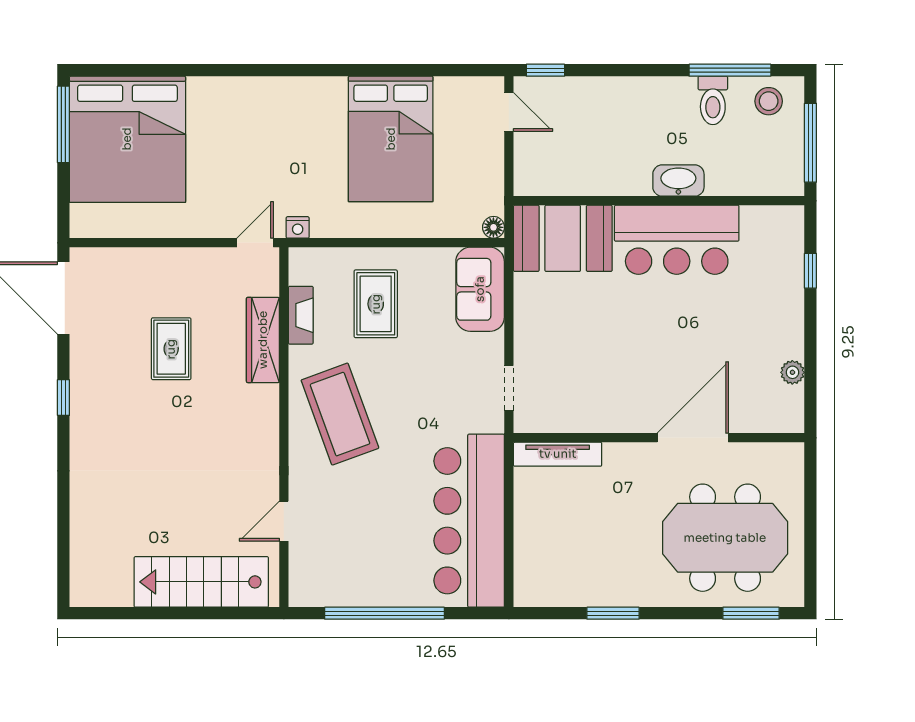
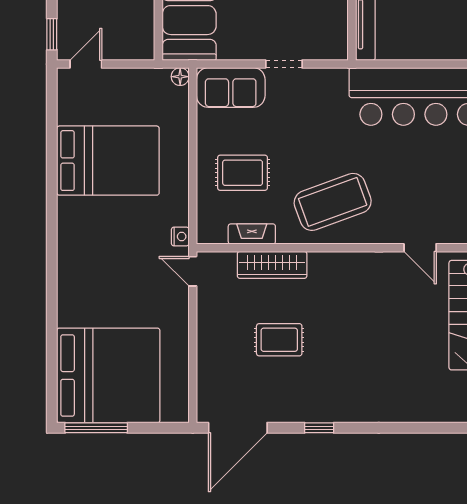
doorway: (509, 388) -> (284, 64), moved

